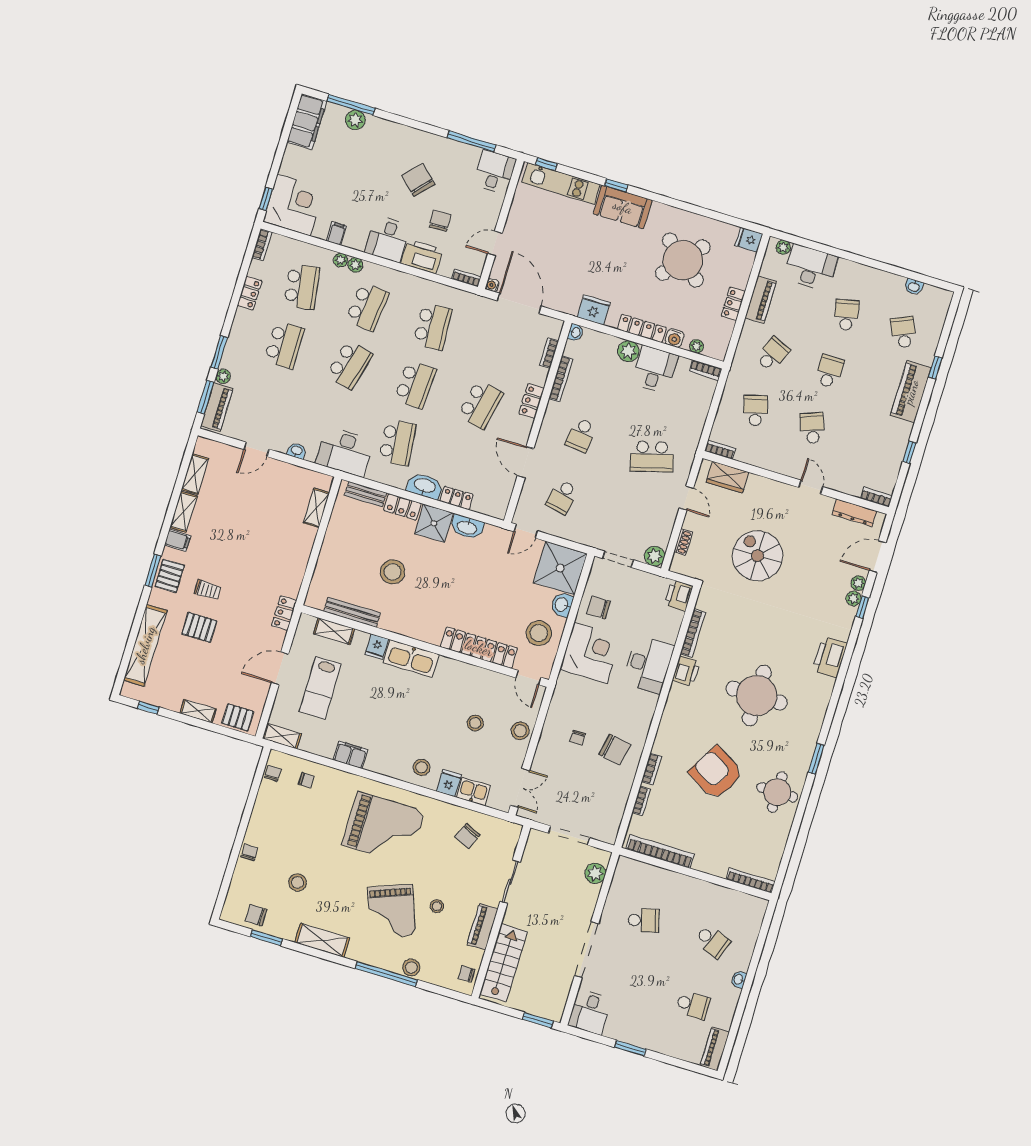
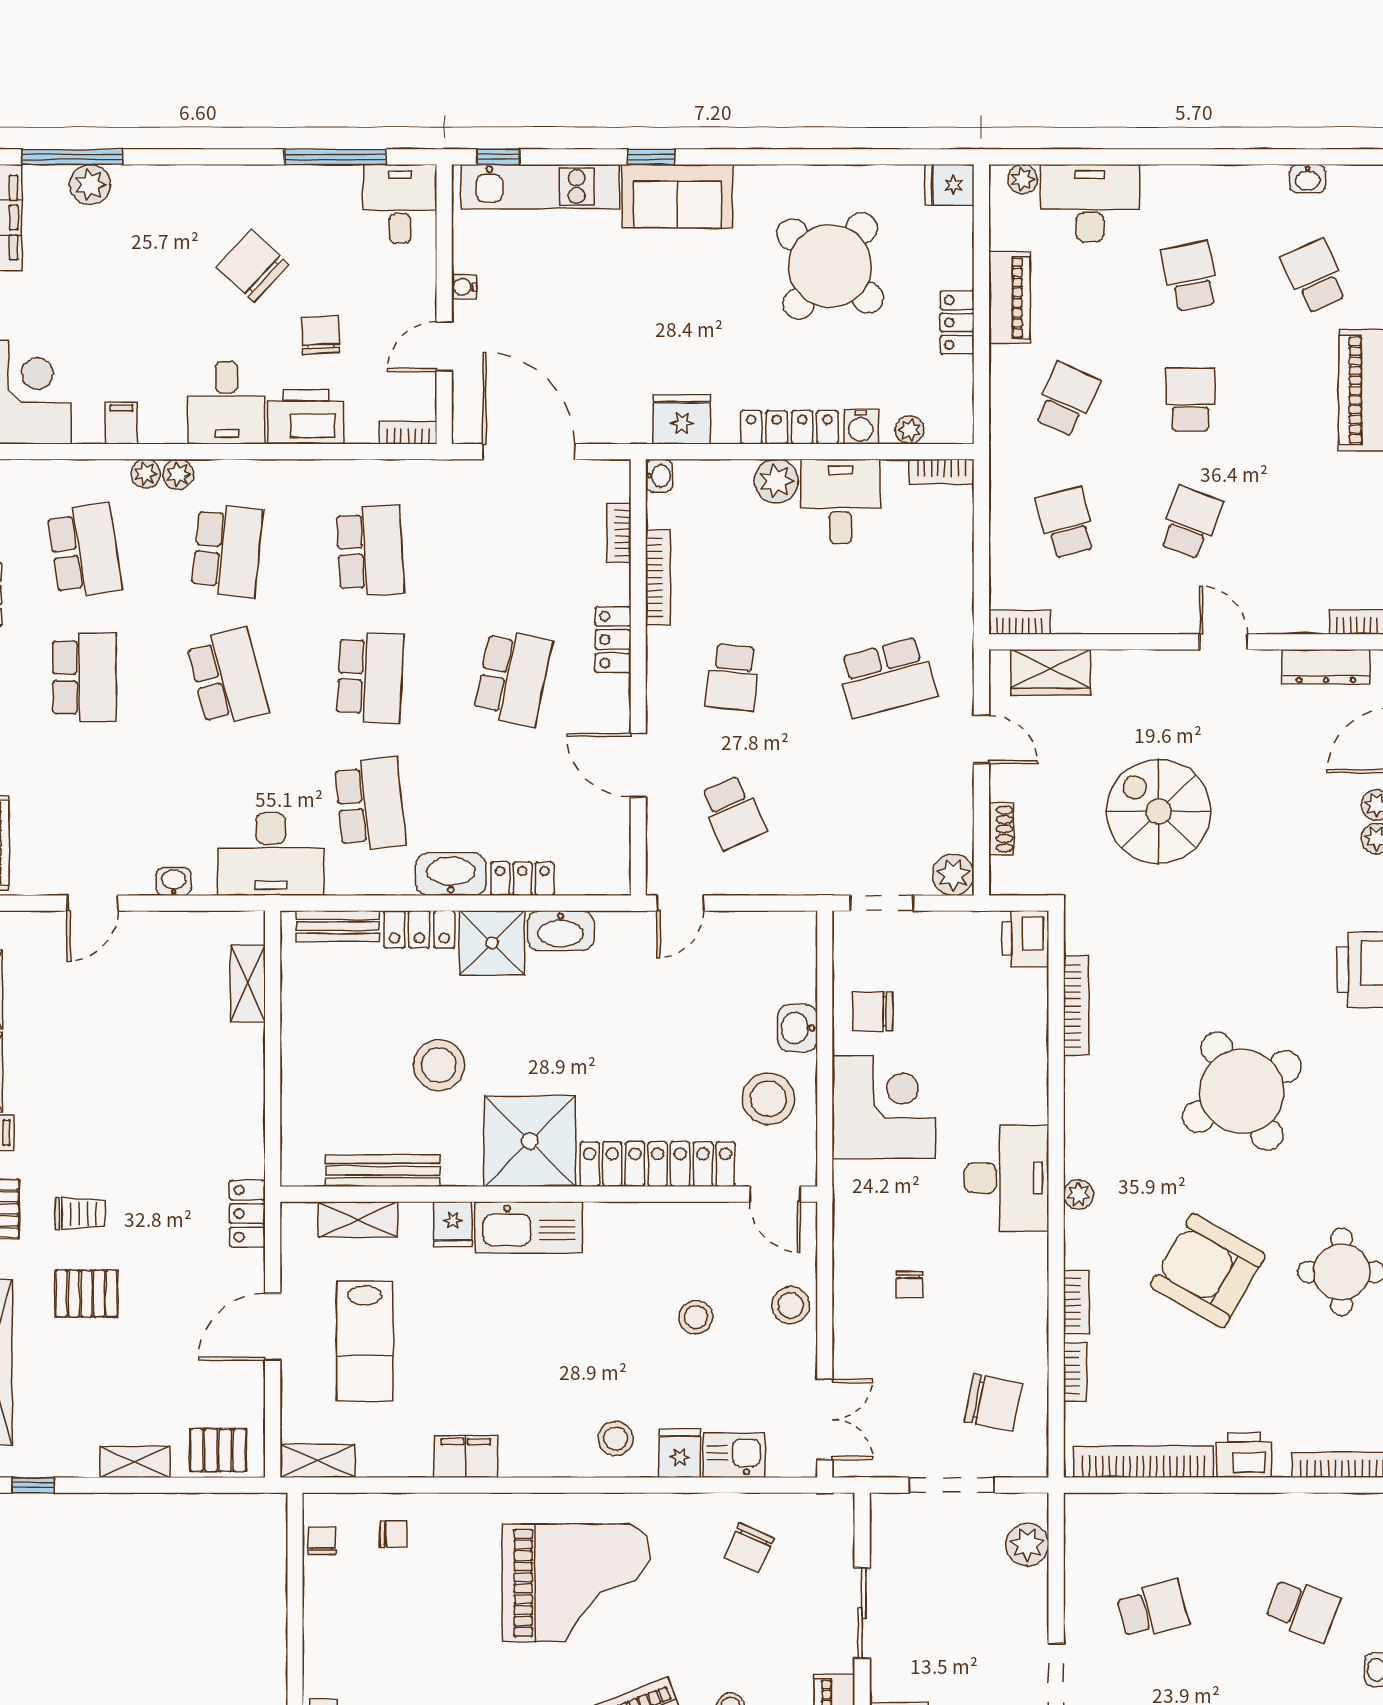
water cooler: (492, 285) -> (464, 287), moved
school desk: (350, 365) -> (227, 677), turned -30
school desk: (812, 428) -> (1190, 523), turned 42
school desk: (562, 497) -> (733, 812), turned -36
shower: (560, 568) -> (530, 1141), moved
desk: (648, 664) -> (1007, 1178), moved
printer: (686, 671) -> (1244, 1455), moved, turned -90
round table: (757, 696) -> (1242, 1091), turned -30
plant: (667, 720) -> (1078, 1195), added
chair: (615, 750) -> (993, 1402), moved

